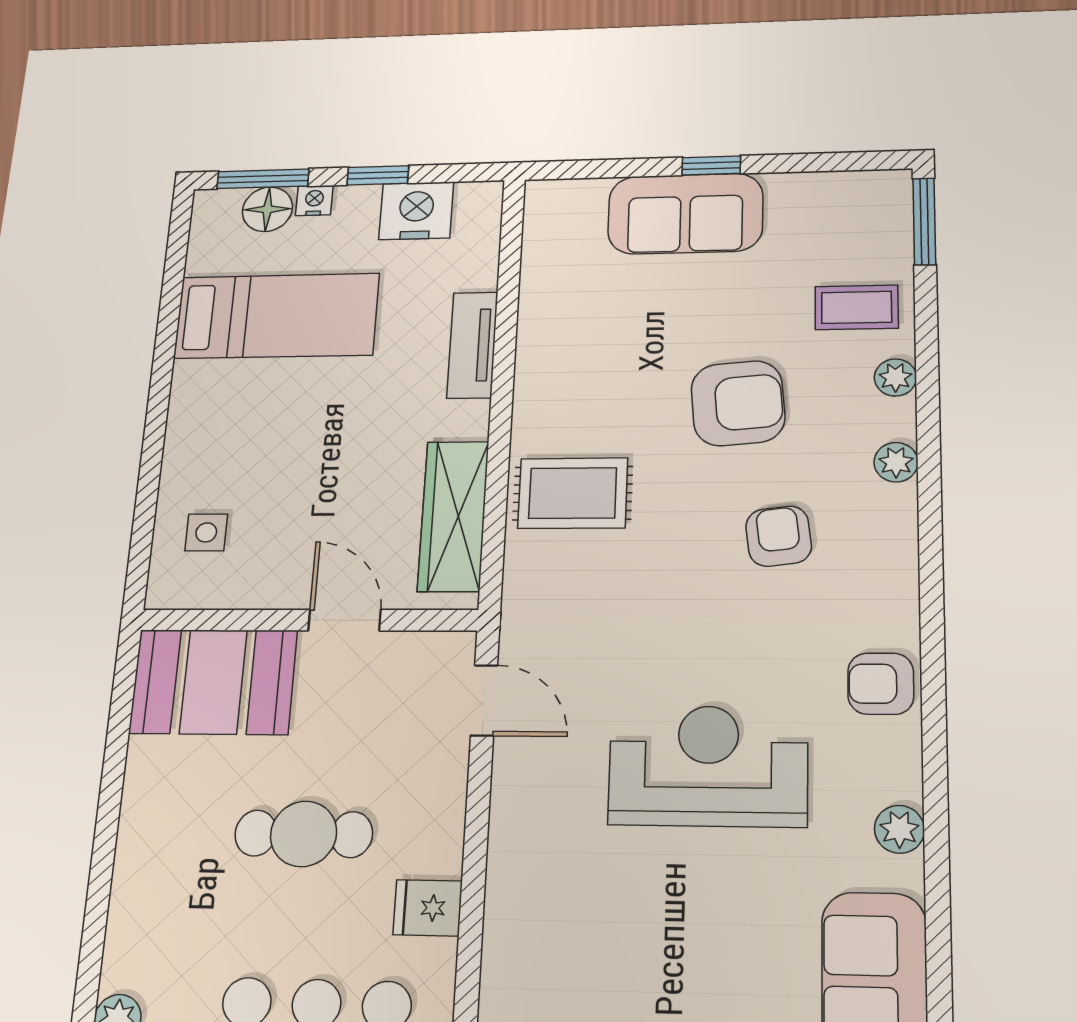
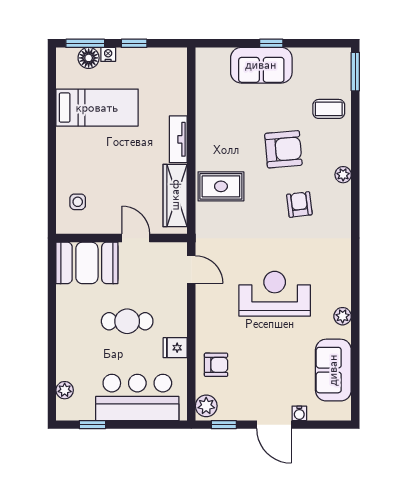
nightstand: (416, 211) -> (151, 61), removed
tv unit: (472, 345) -> (178, 139), moved
plant: (895, 377) -> (343, 139), removed
armchair: (881, 684) -> (216, 365), moved, turned 180

